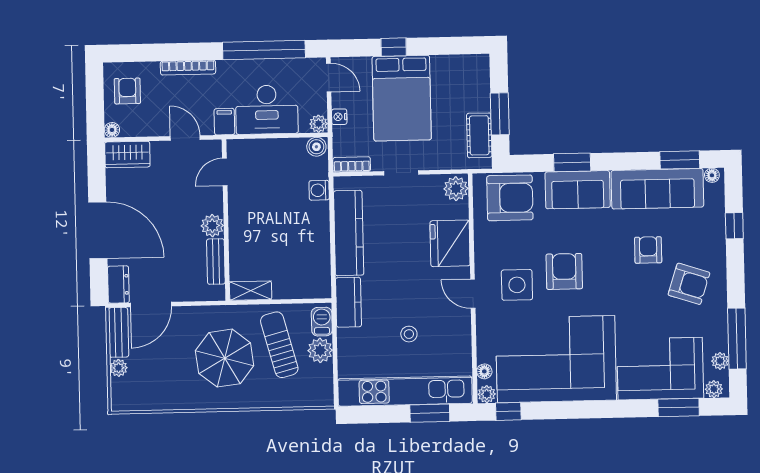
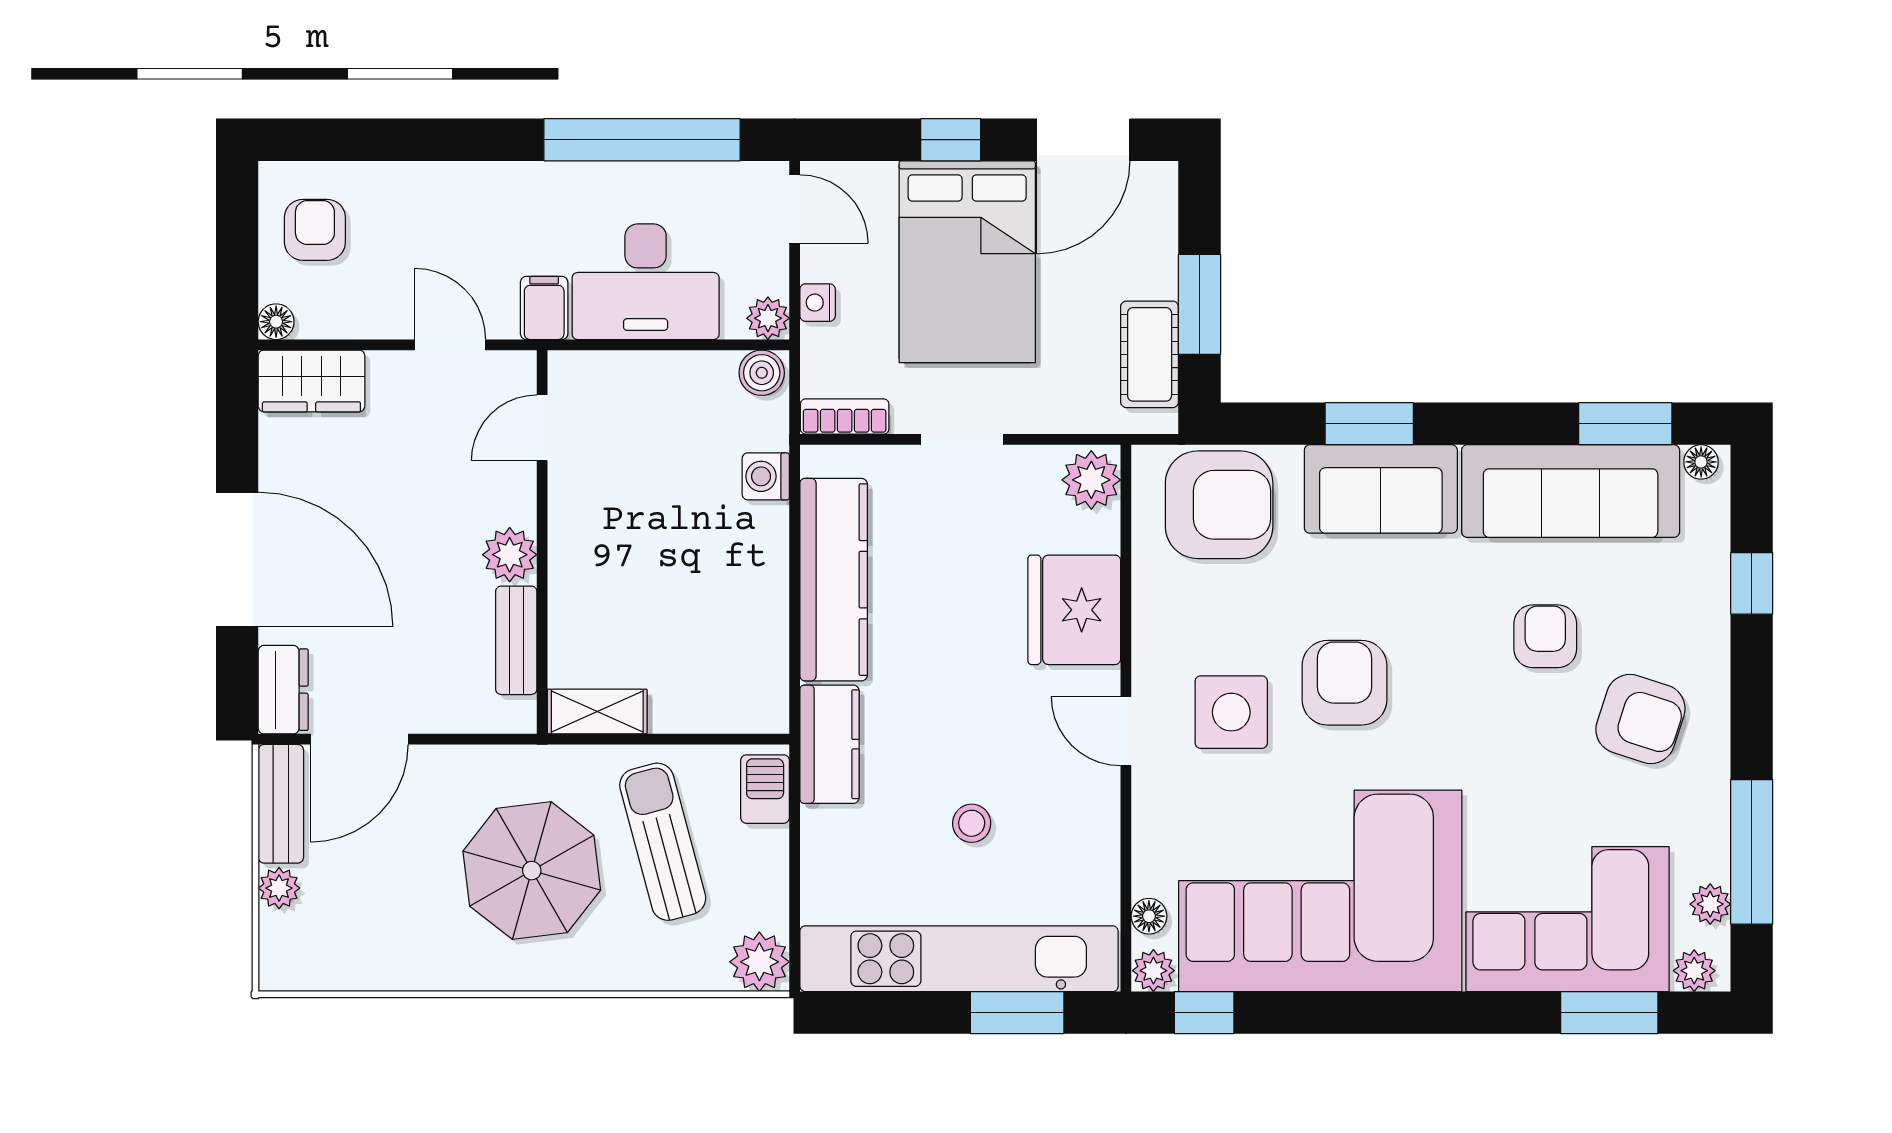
door: (449, 46) -> (1083, 140), added
bookcase: (188, 68) -> (460, 177), removed
plant: (320, 350) -> (759, 962), moved

